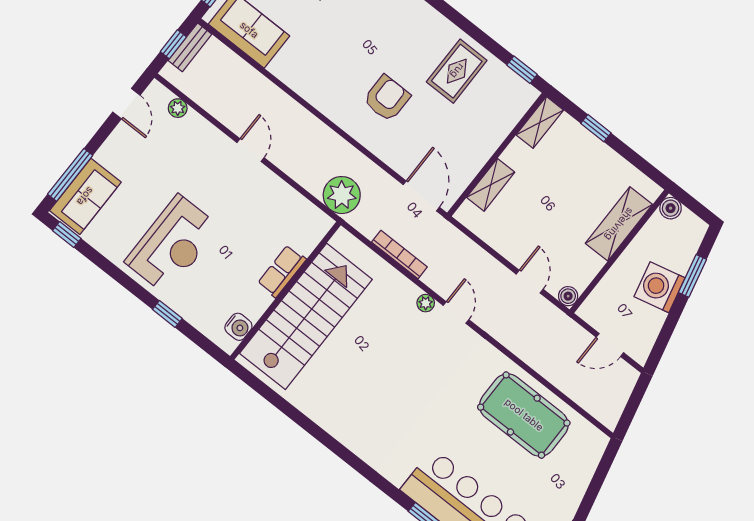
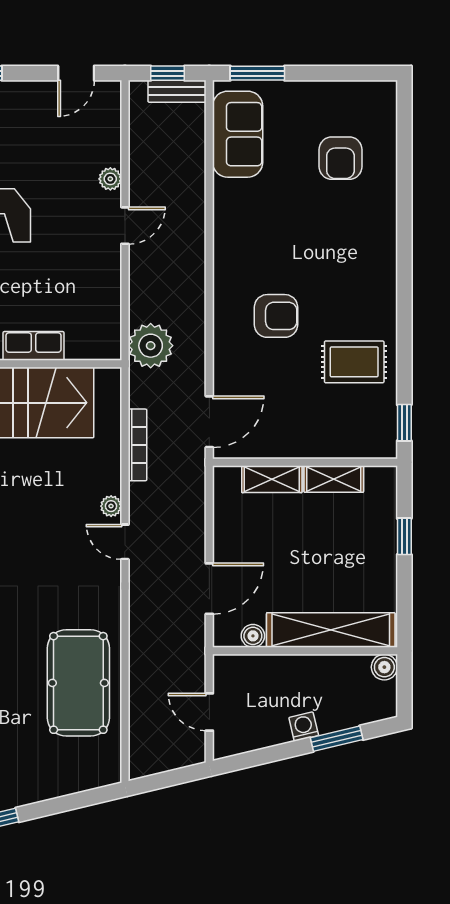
plant: (178, 108) -> (110, 179), moved
shelving: (540, 122) -> (334, 479), moved
shelving: (619, 224) -> (331, 630), width x1.47
door: (530, 282) -> (209, 589), width x1.38
washing machine: (660, 287) -> (304, 727), width x0.53, depth x0.53
boiler: (568, 296) -> (253, 636), moved
door: (456, 312) -> (125, 542), swing flipped

